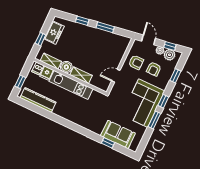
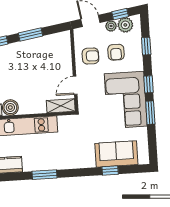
shelving: (81, 75) -> (61, 106), moved
window: (64, 122) -> (44, 175), added

